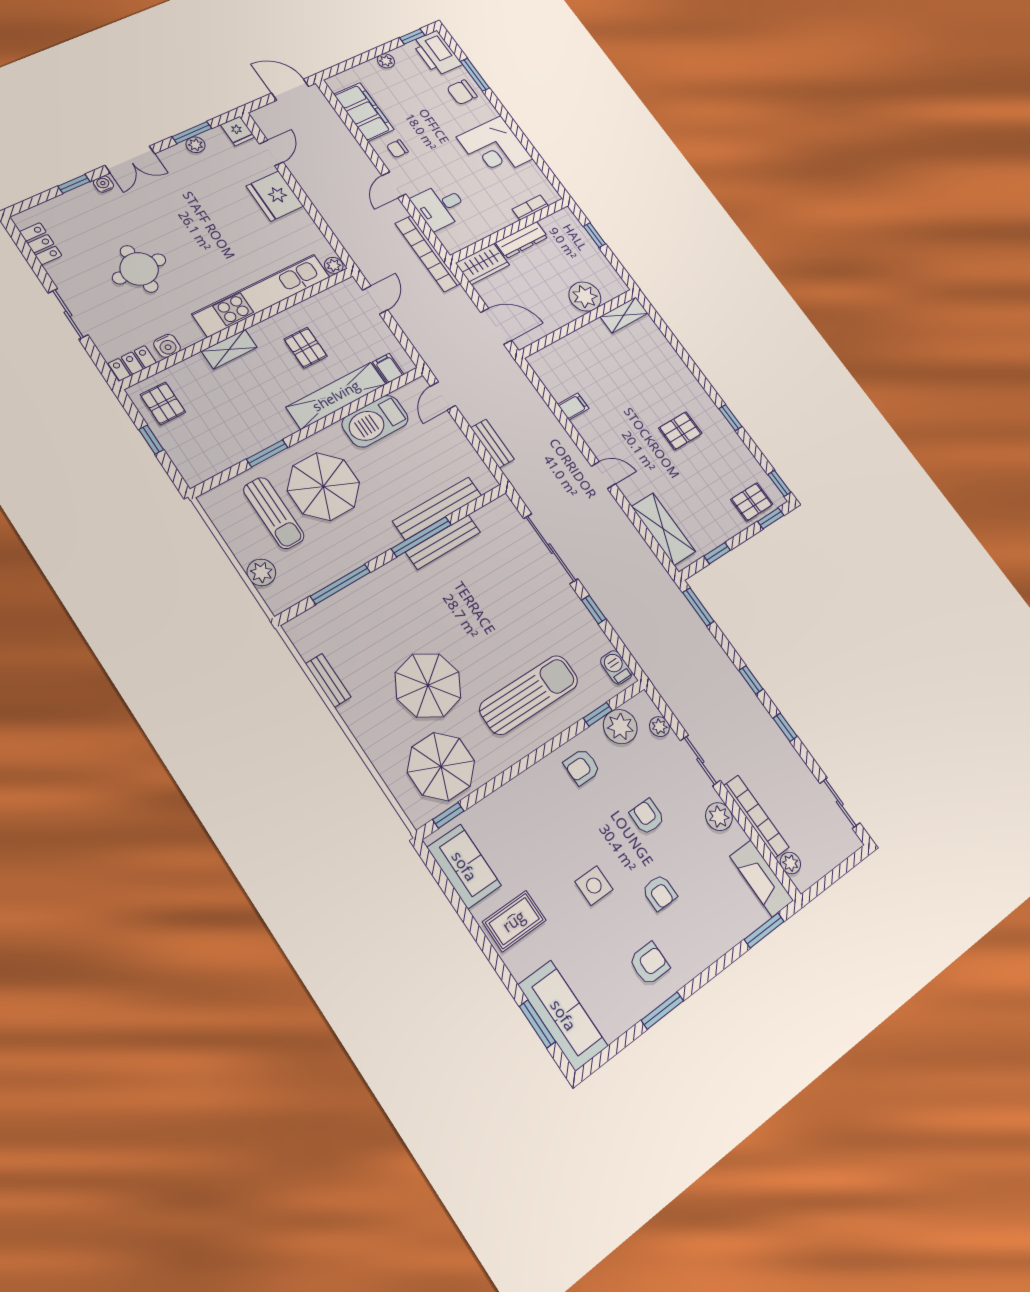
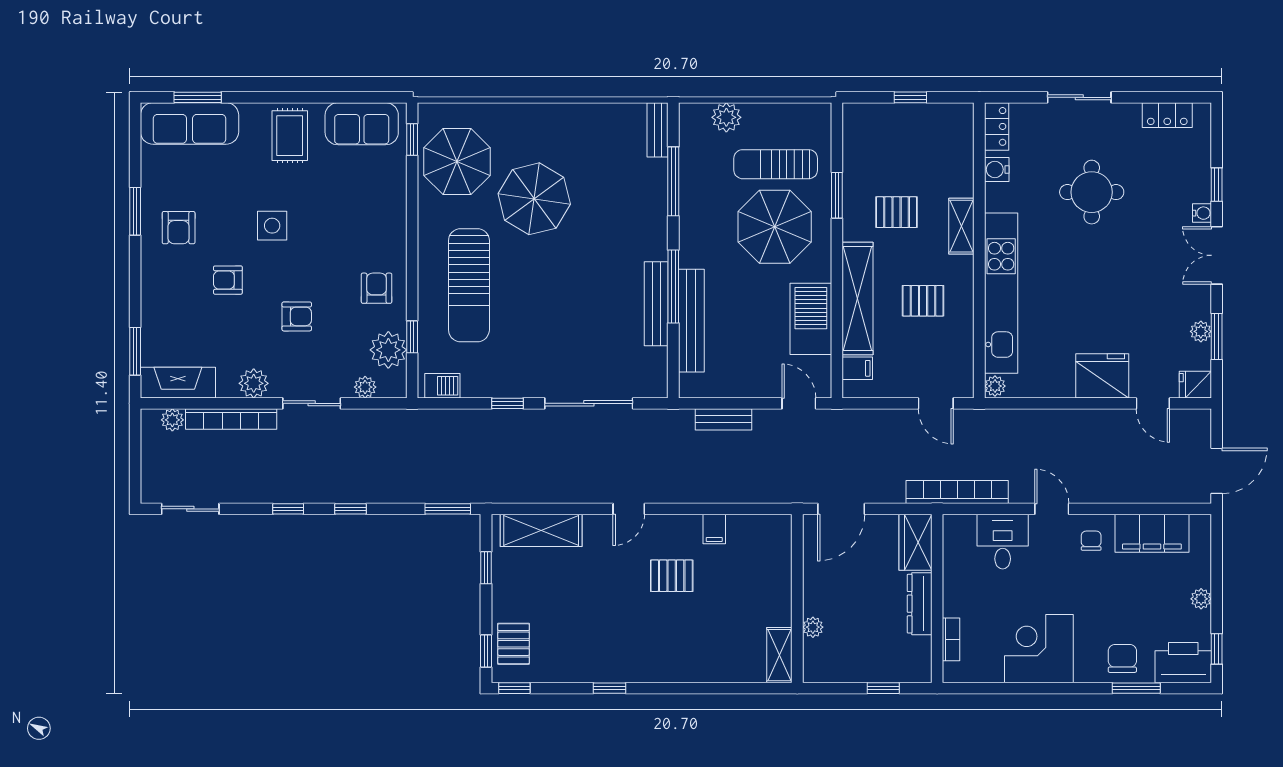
plant: (585, 297) -> (813, 627), width x0.53, depth x0.53
pallet: (163, 403) -> (897, 212), moved
pallet: (680, 431) -> (672, 576), moved, turned 90
bench: (328, 680) -> (658, 130), moved, turned 90

